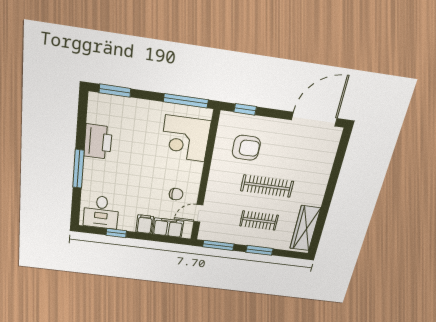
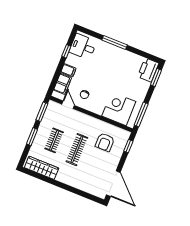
printer: (98, 142) -> (148, 70), moved, turned 90

